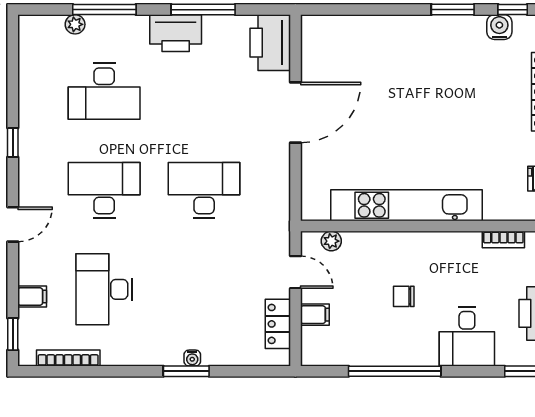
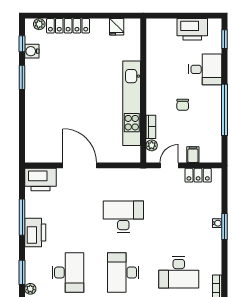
window: (104, 10) -> (22, 272), width x0.69
desk: (204, 190) -> (123, 217), turned 90
bookcase: (503, 240) -> (151, 127), moved

